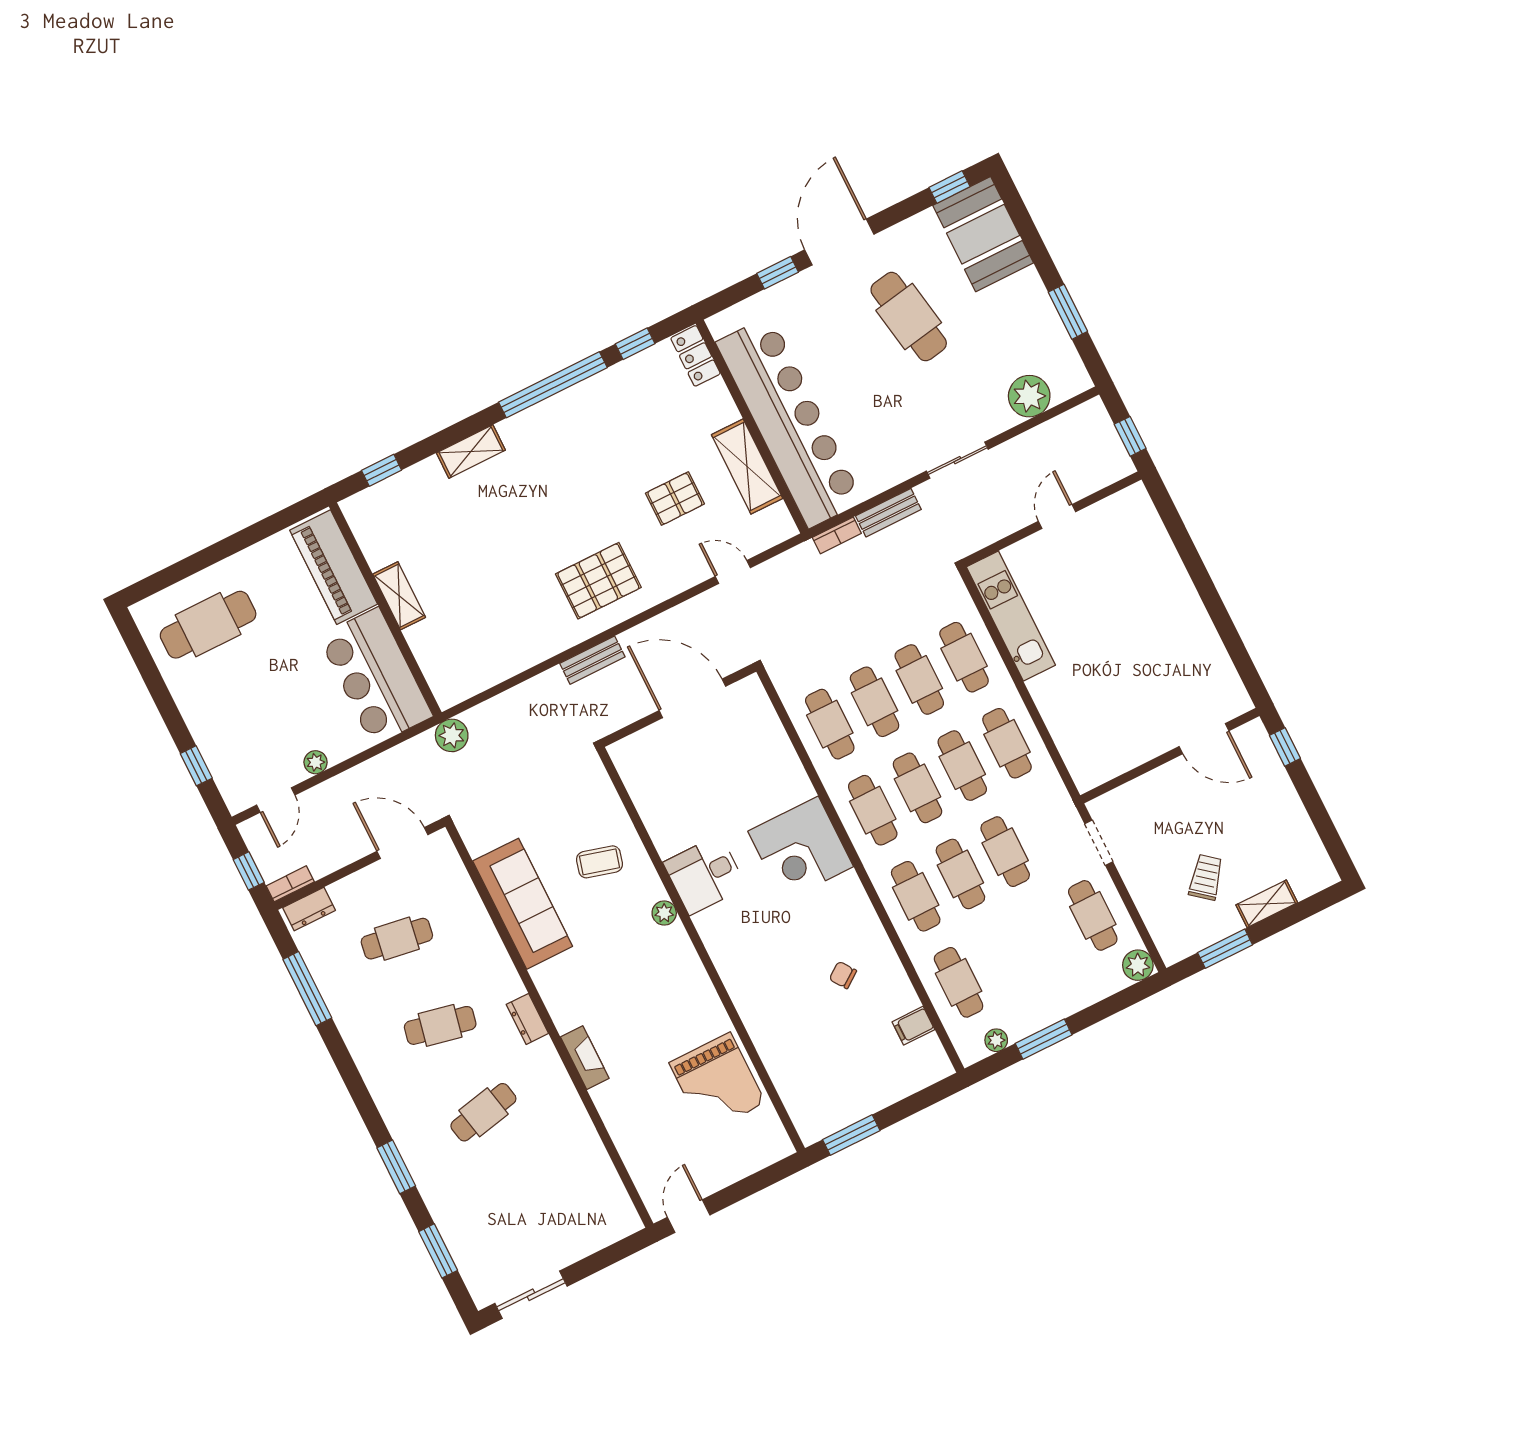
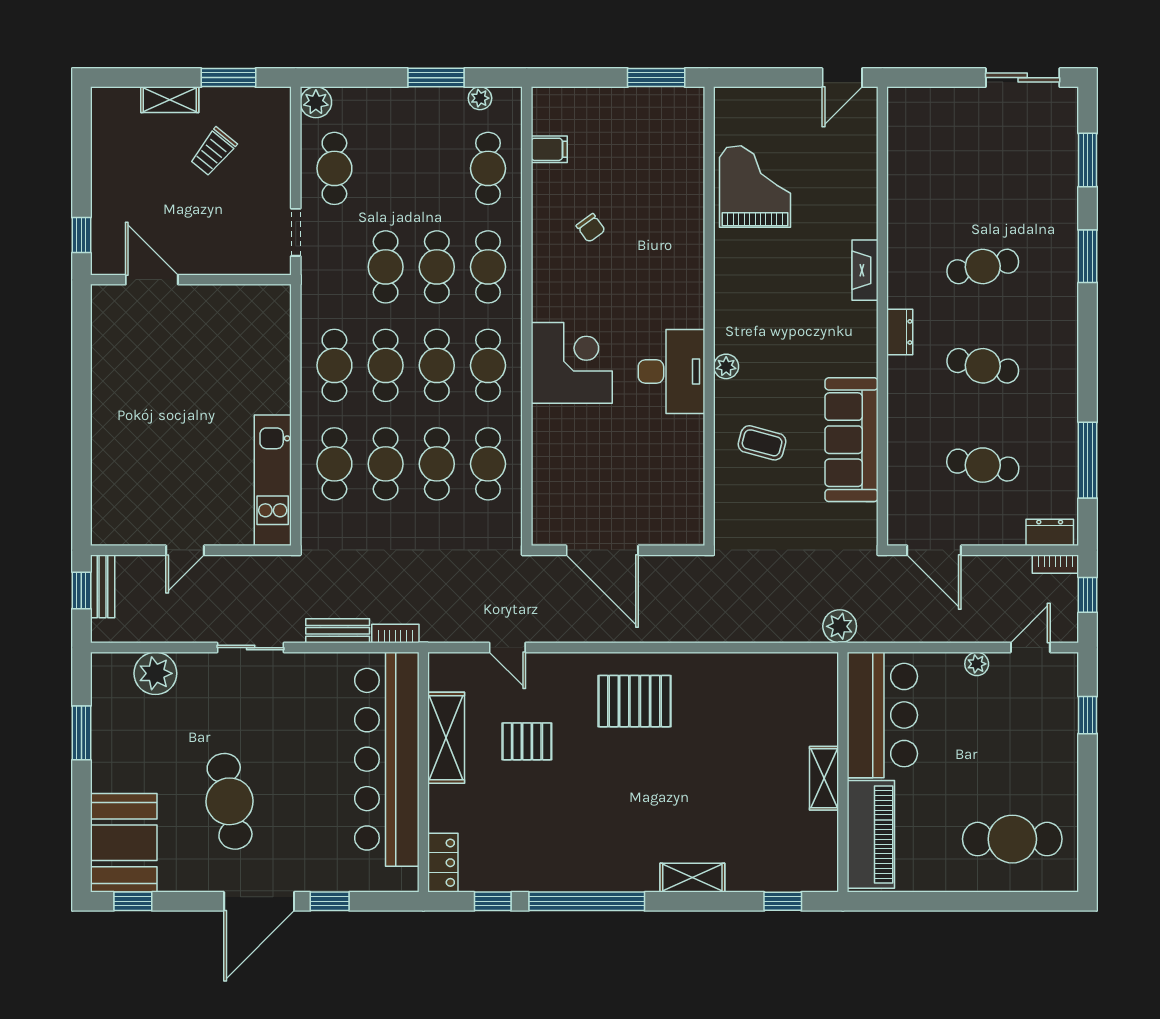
bench: (592, 660) -> (103, 586), moved, turned 90
desk: (705, 875) -> (671, 371), width x1.37

